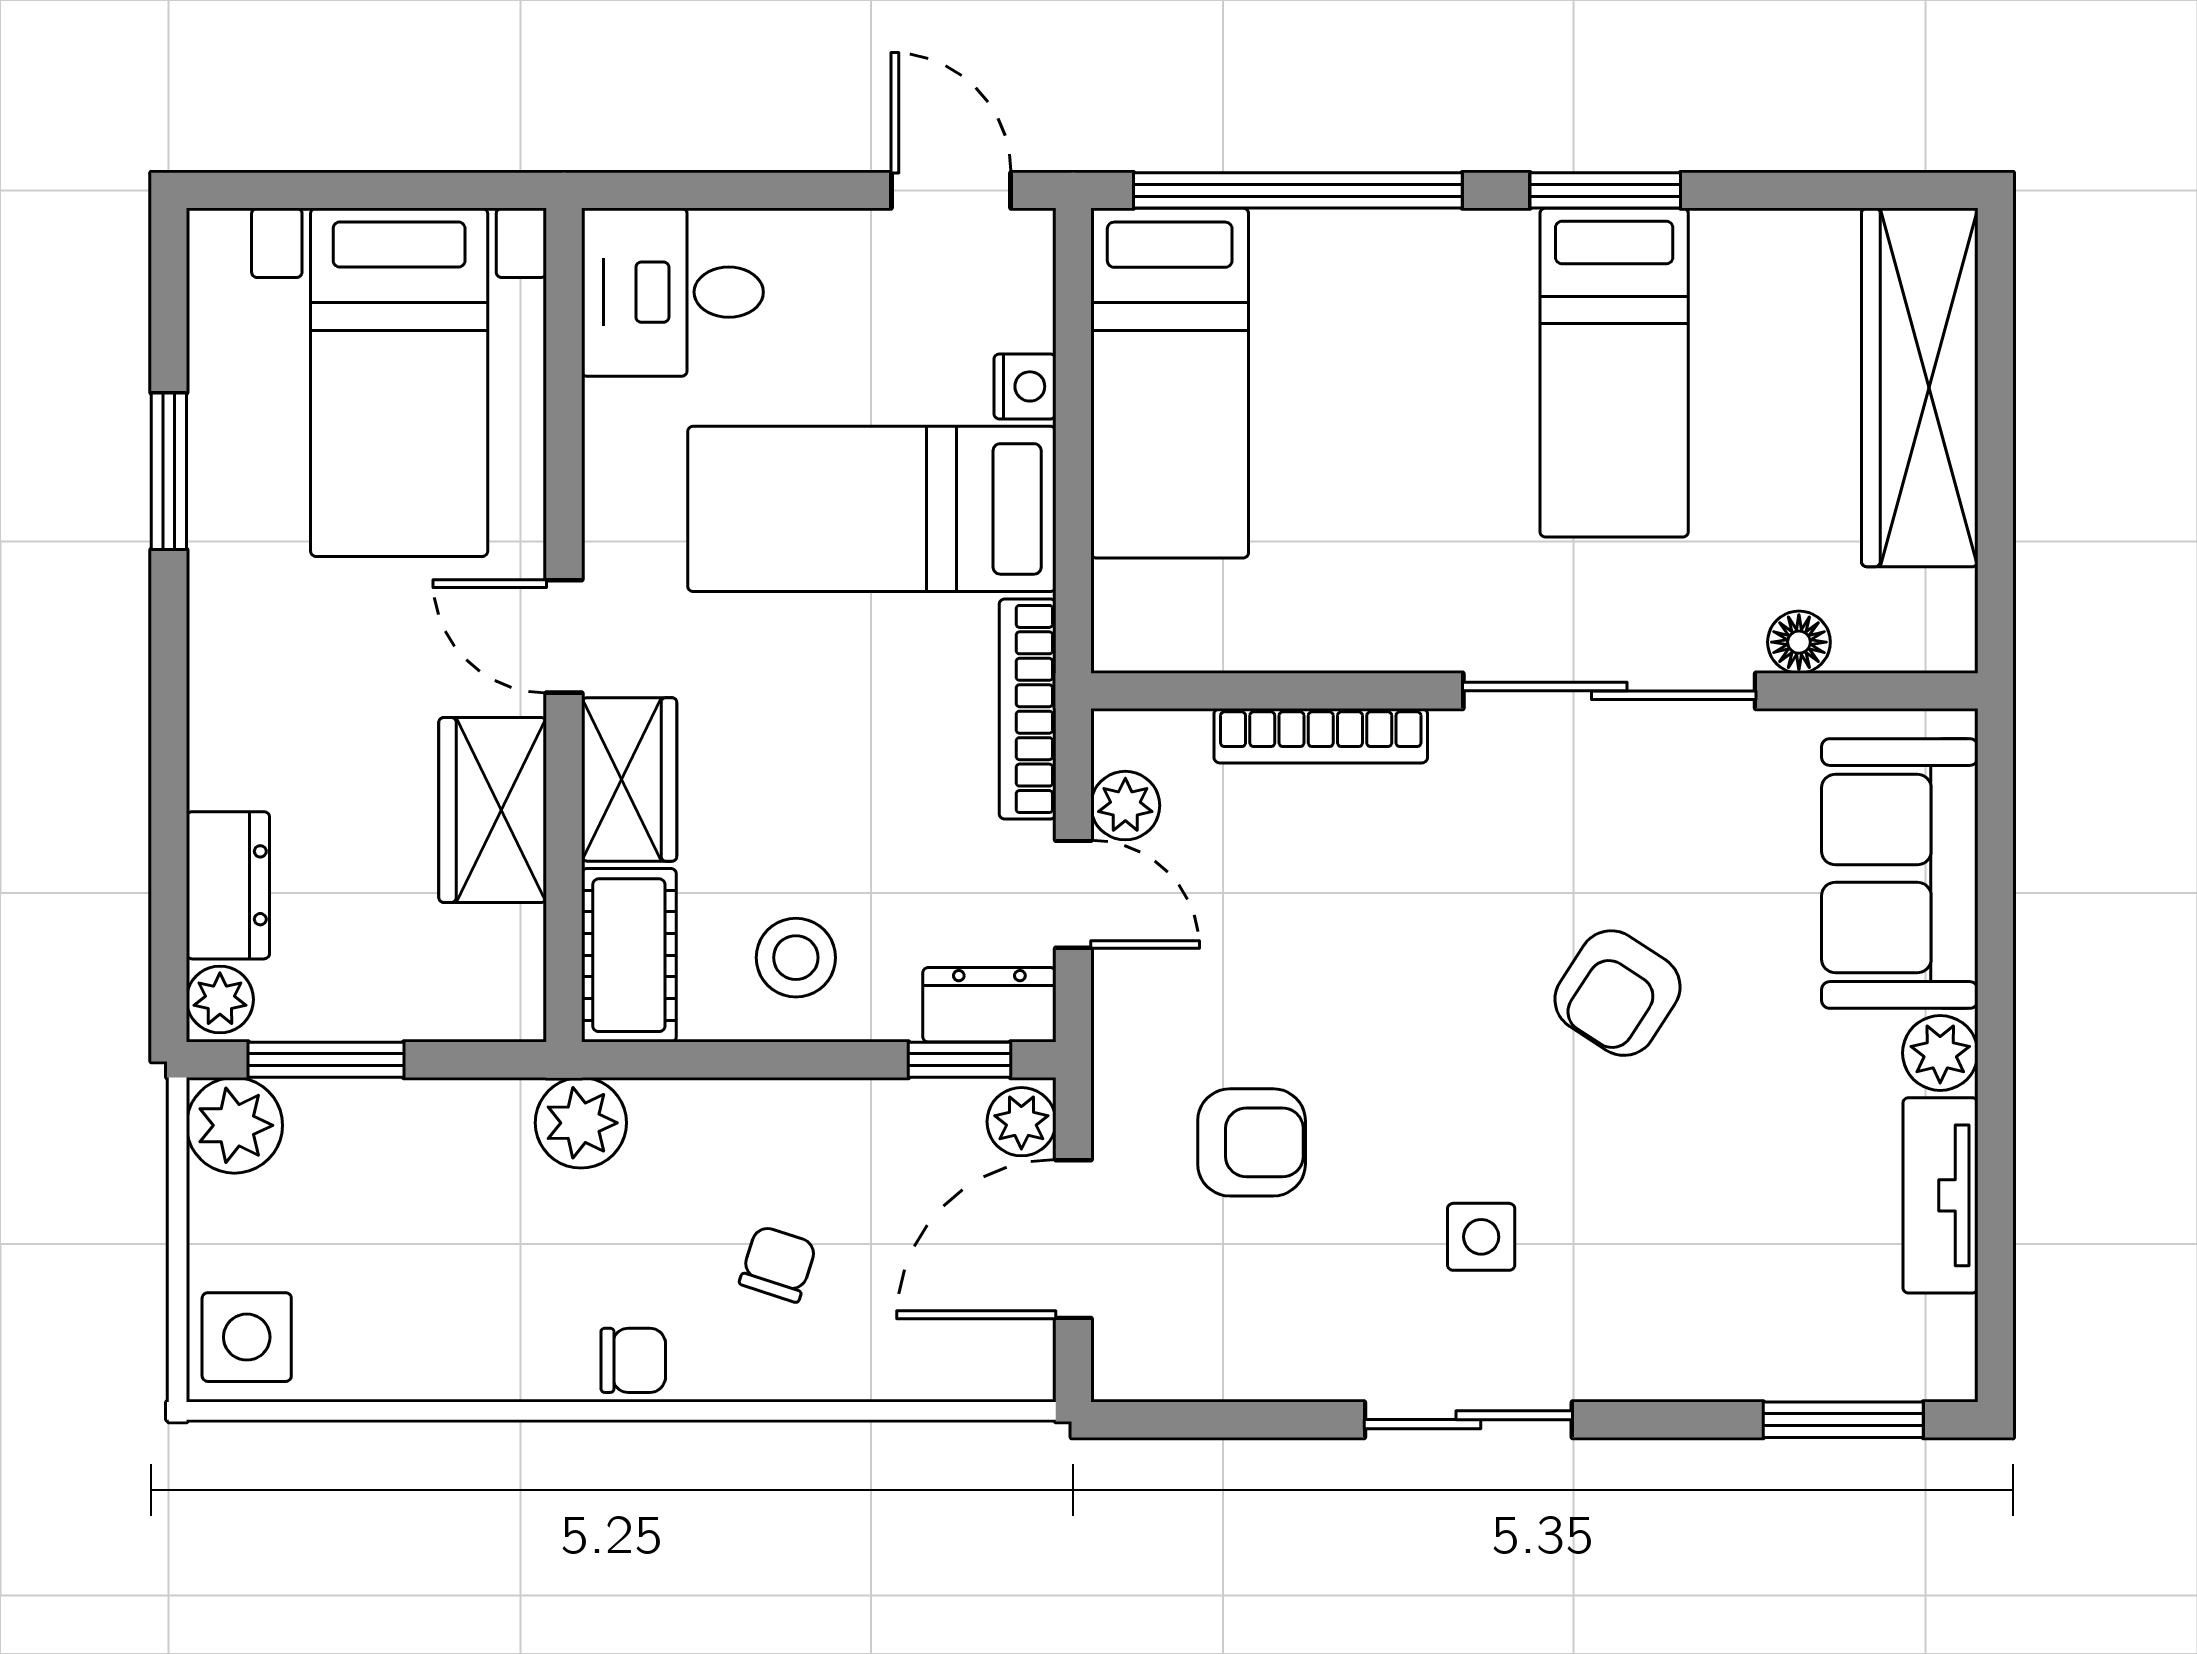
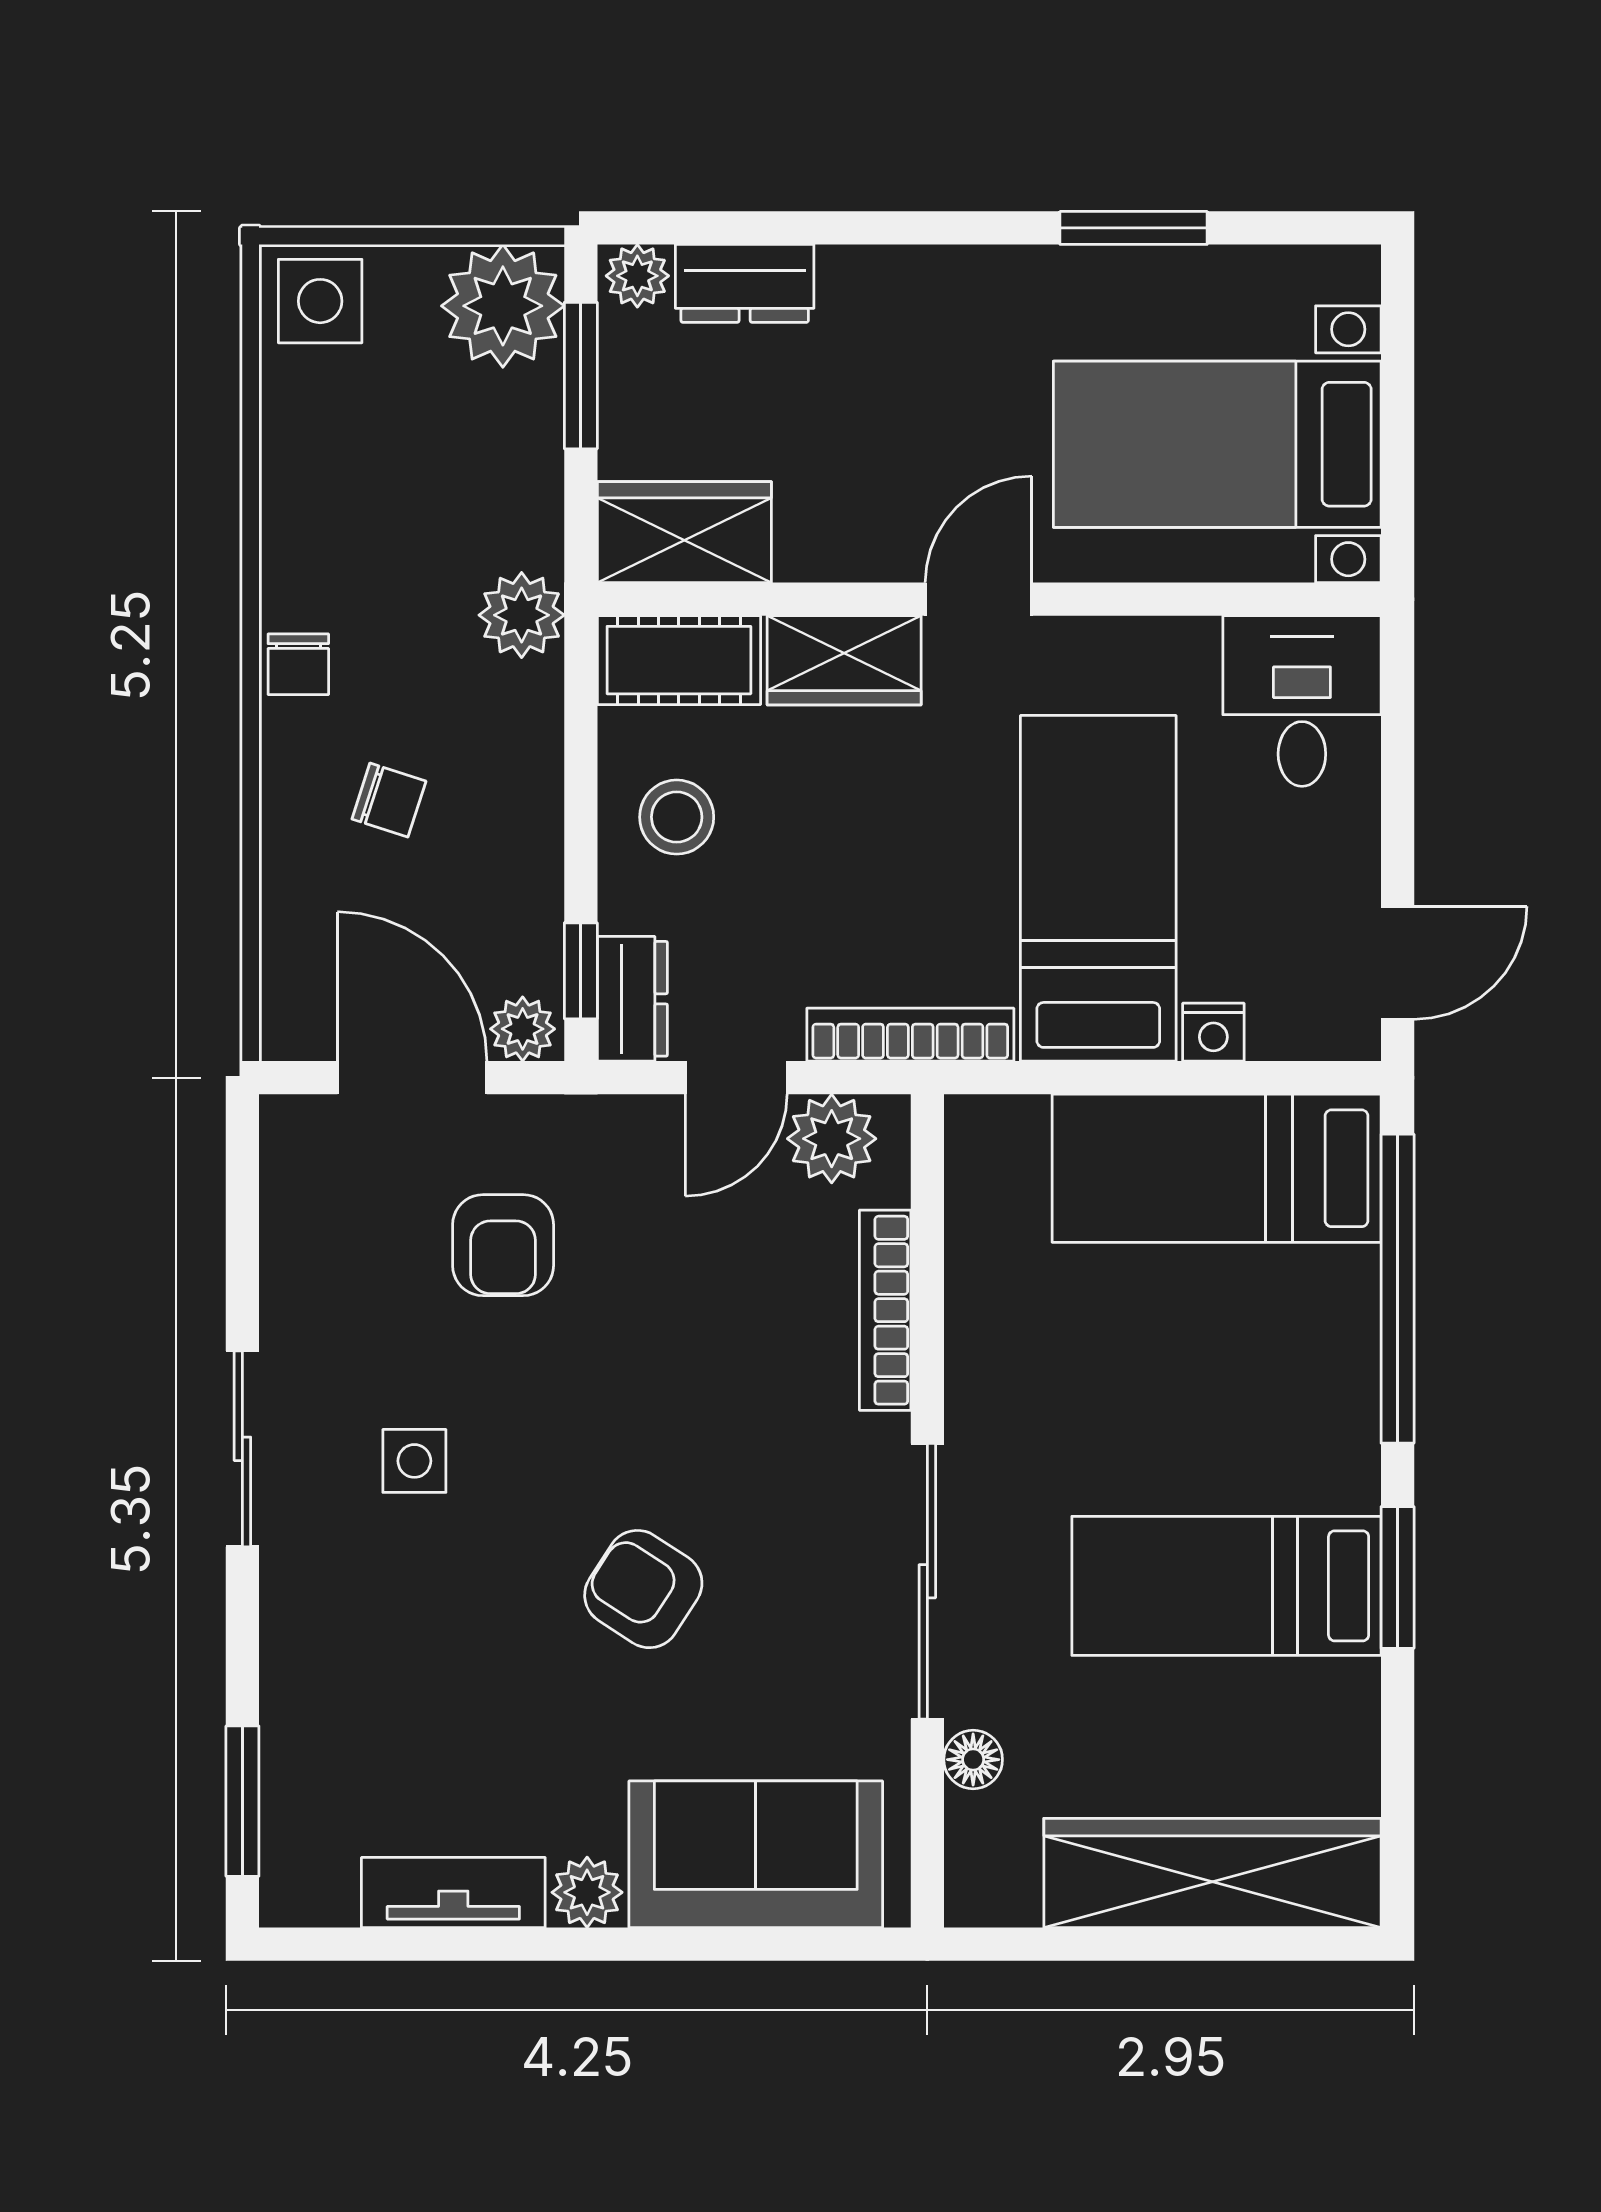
plant: (1125, 806) -> (832, 1139), width x1.38, depth x1.38
wardrobe: (493, 810) -> (684, 532), moved
plant: (234, 1125) -> (503, 306), width x1.36, depth x1.36

